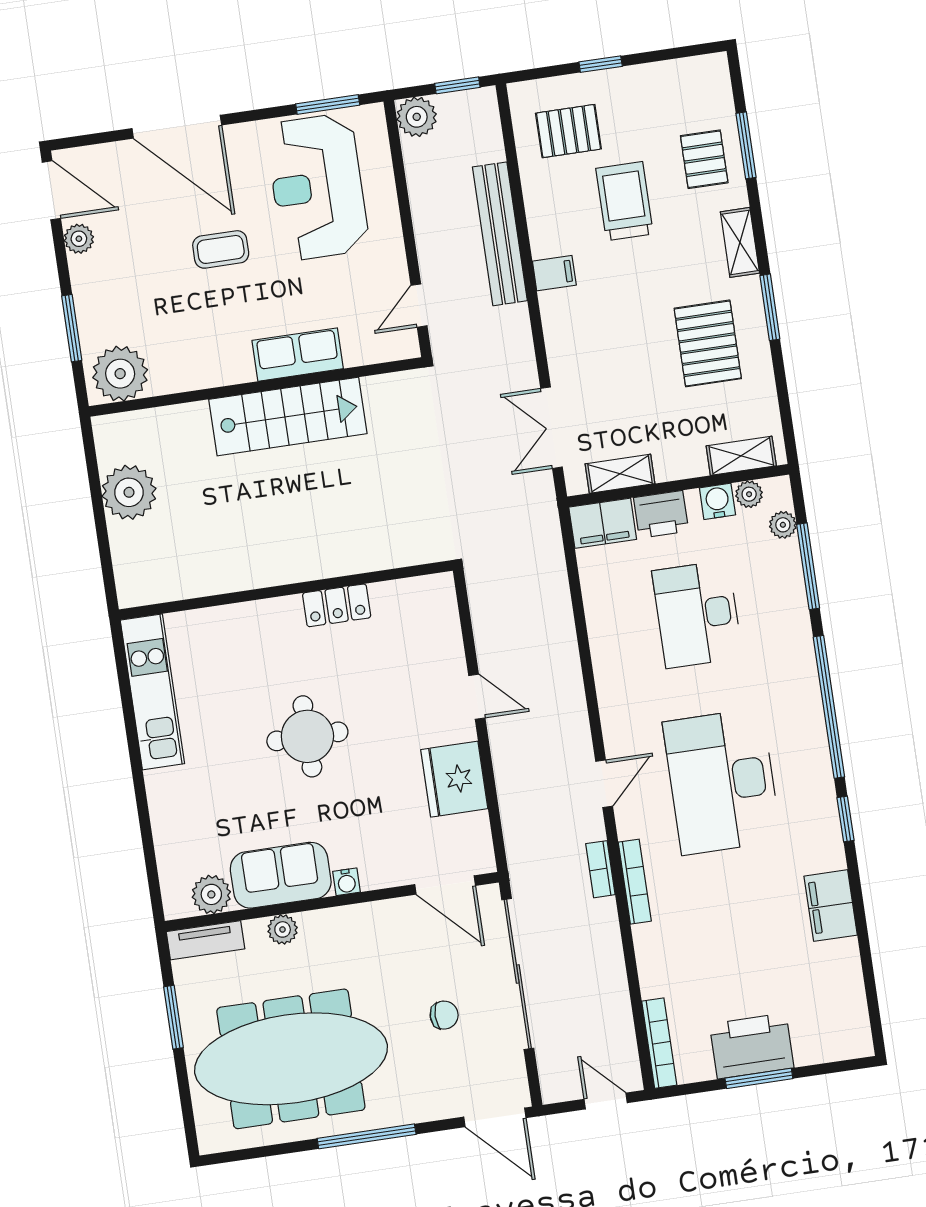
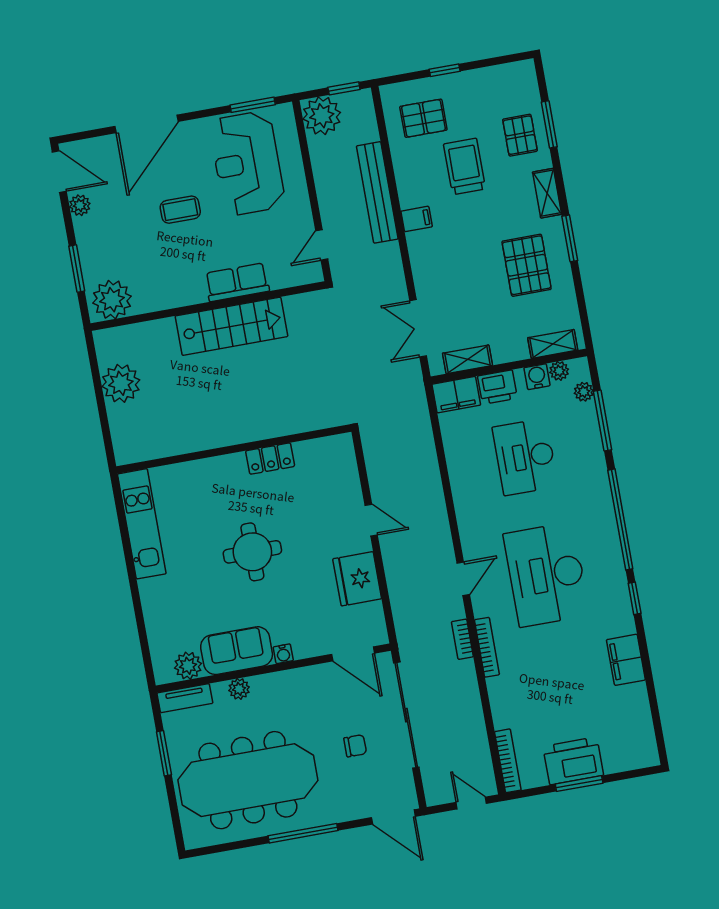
plant: (417, 117) -> (322, 116), width x1.36, depth x1.36
door: (177, 127) -> (146, 124), hinge flipped

